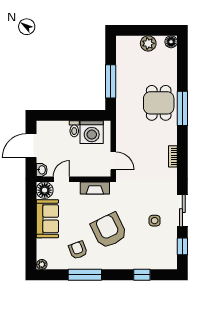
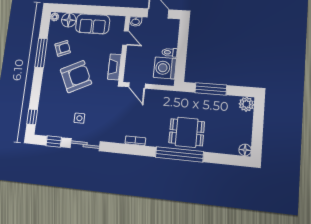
plant: (148, 43) -> (246, 104), moved
window: (182, 108) -> (179, 154), width x1.46
door: (113, 161) -> (137, 85), hinge flipped
floor lamp: (45, 190) -> (69, 20), moved
window: (142, 275) -> (32, 117), moved

